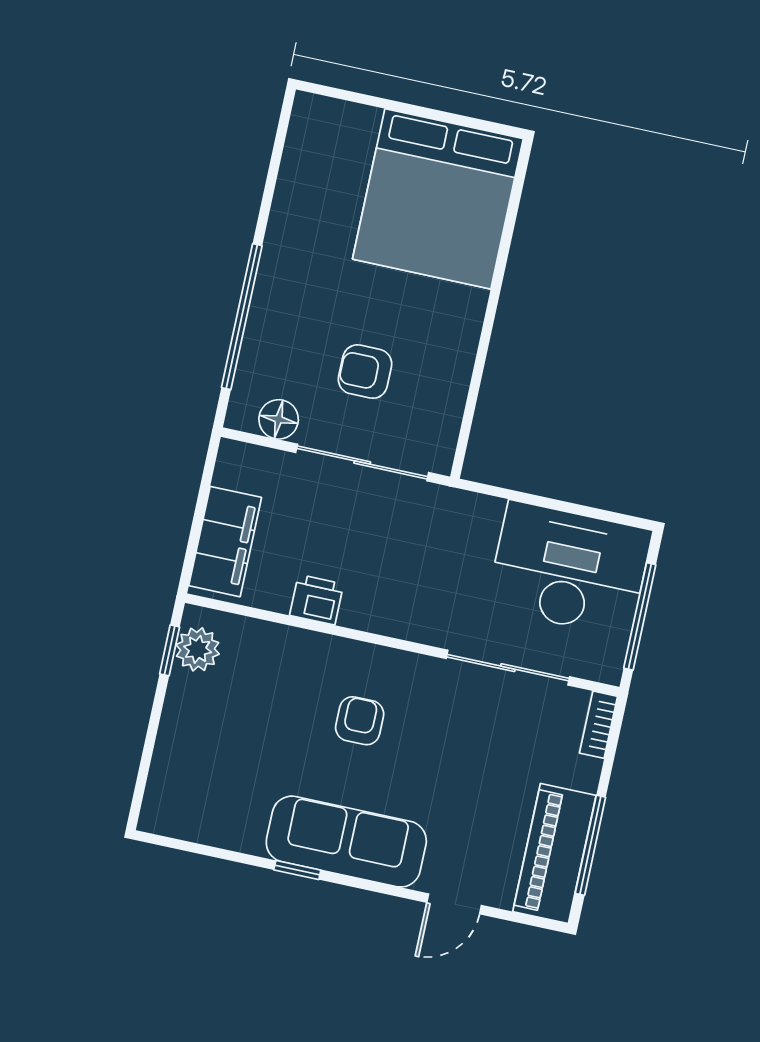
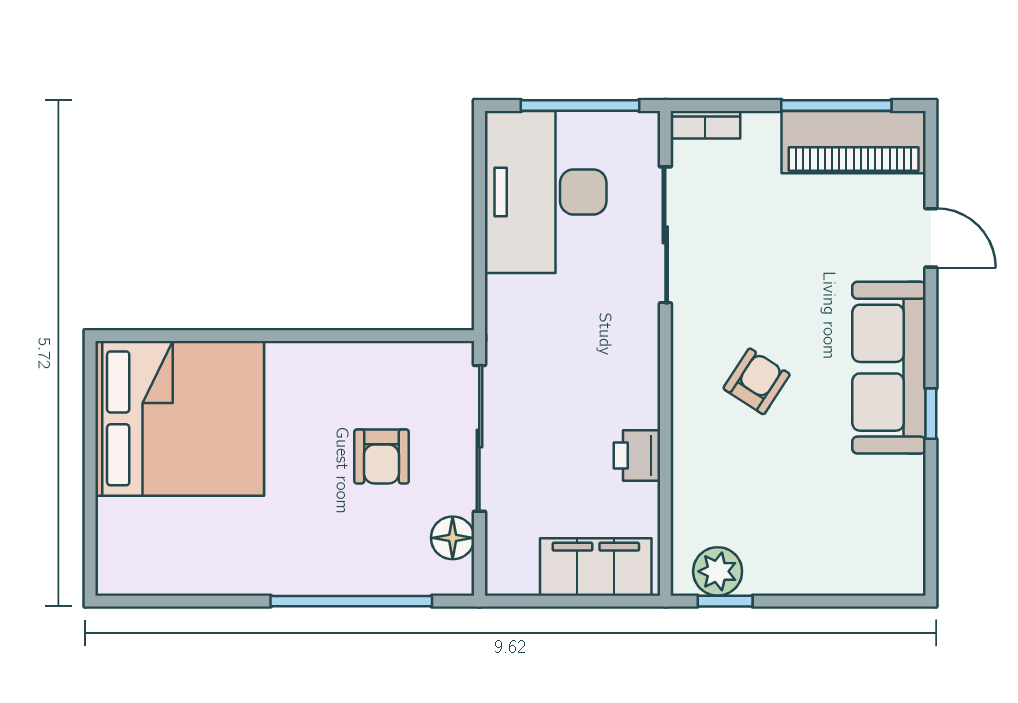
armchair: (360, 721) -> (757, 381), turned 123

